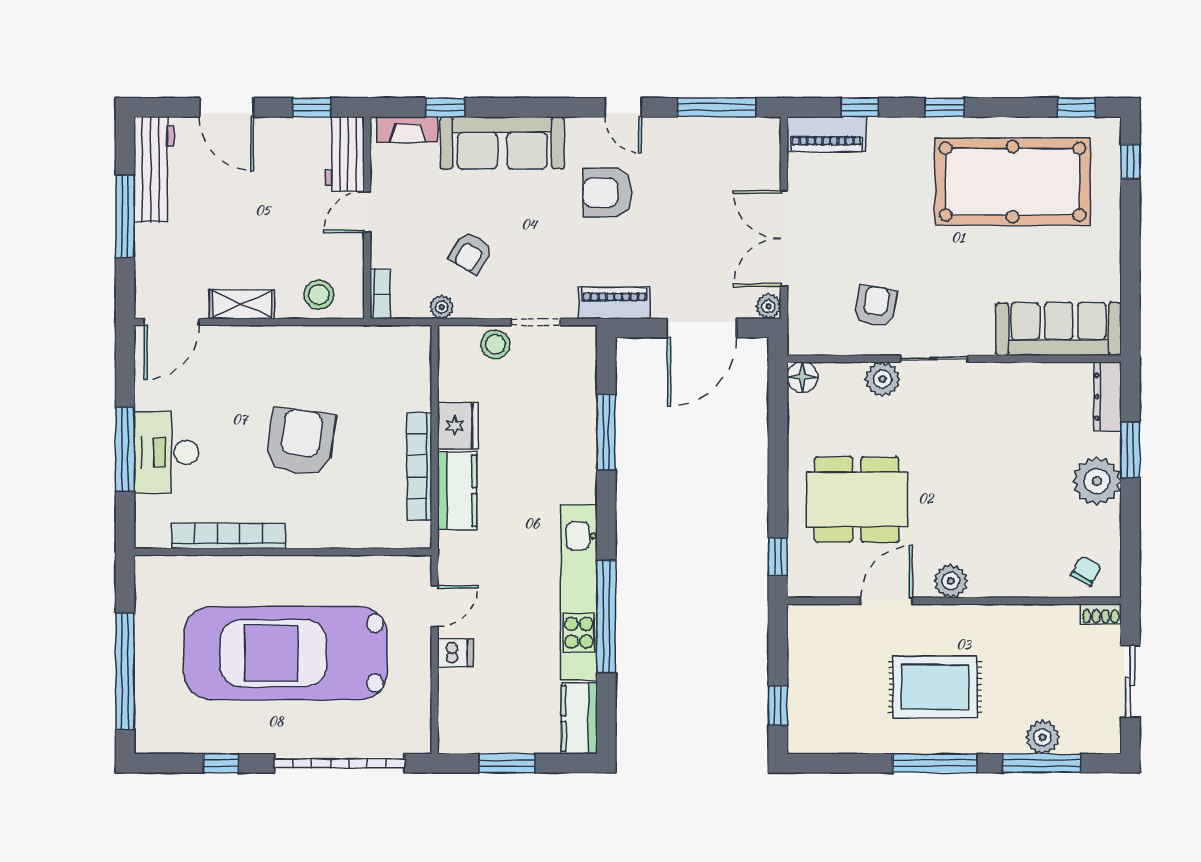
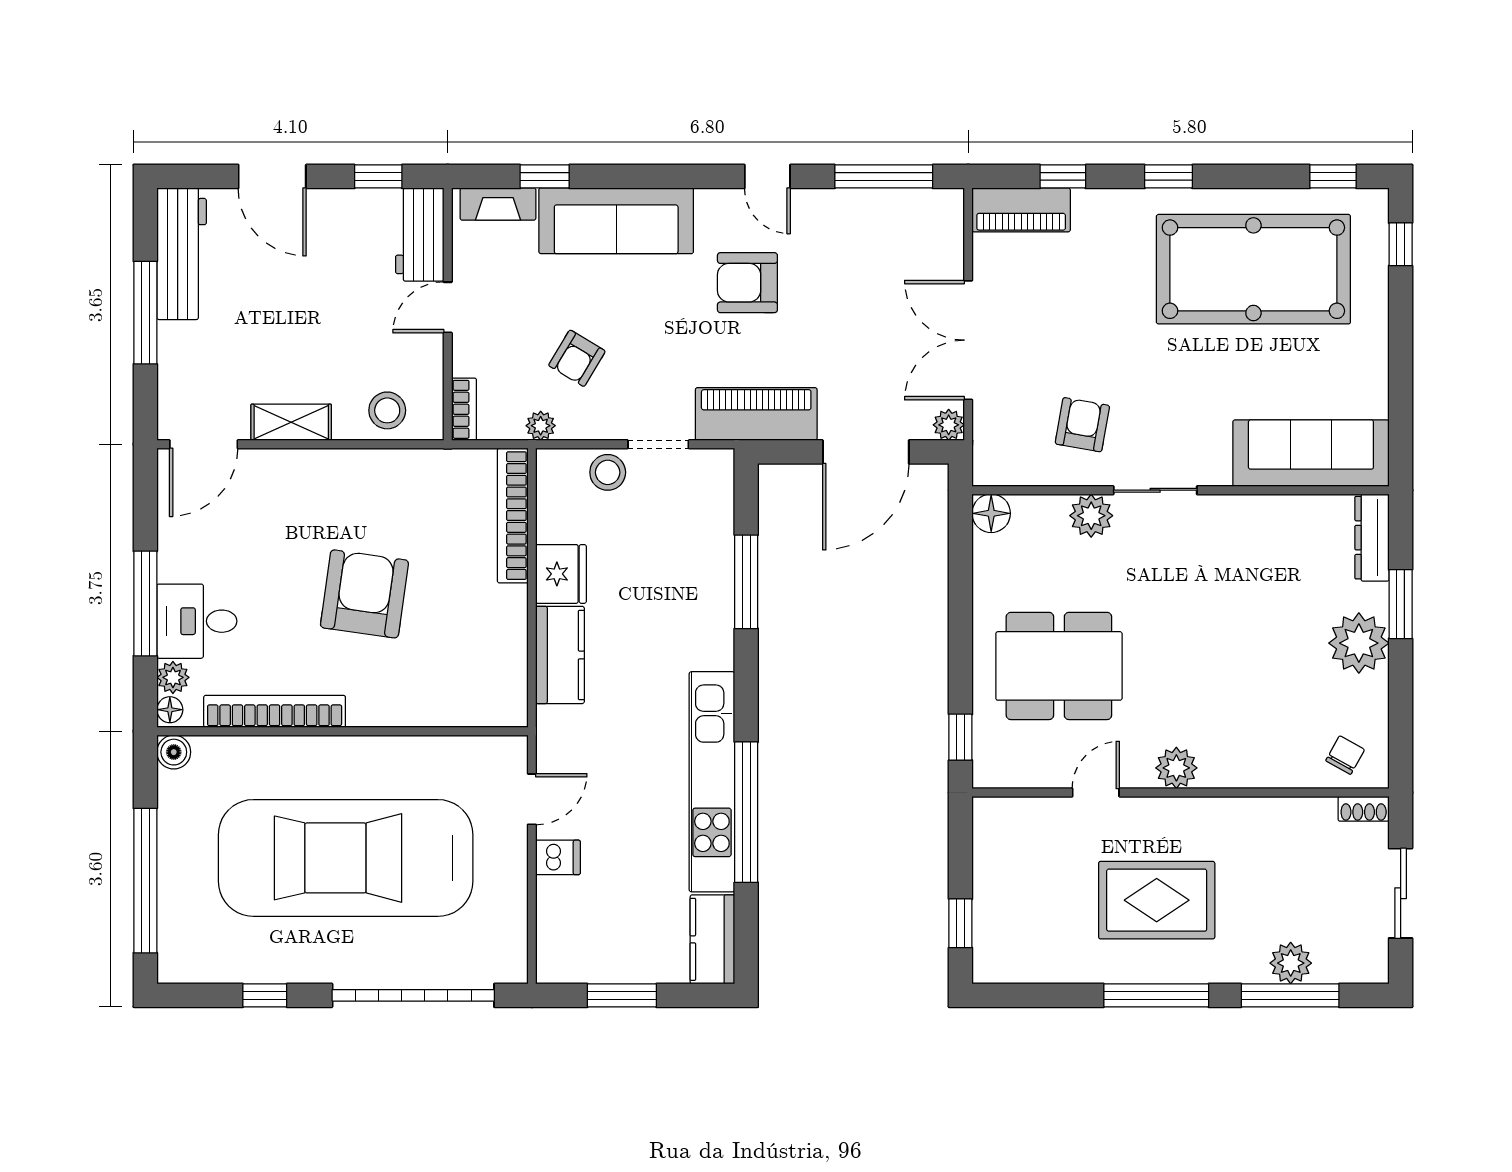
piano: (614, 303) -> (756, 414), width x1.37, depth x1.33
desk: (166, 452) -> (197, 621), width x0.73
bookcase: (419, 466) -> (513, 516), moved
plant: (147, 509) -> (173, 677), added
floor lamp: (145, 534) -> (170, 710), added
boiler: (148, 568) -> (174, 752), added
door: (886, 601) -> (1096, 793), width x0.73

